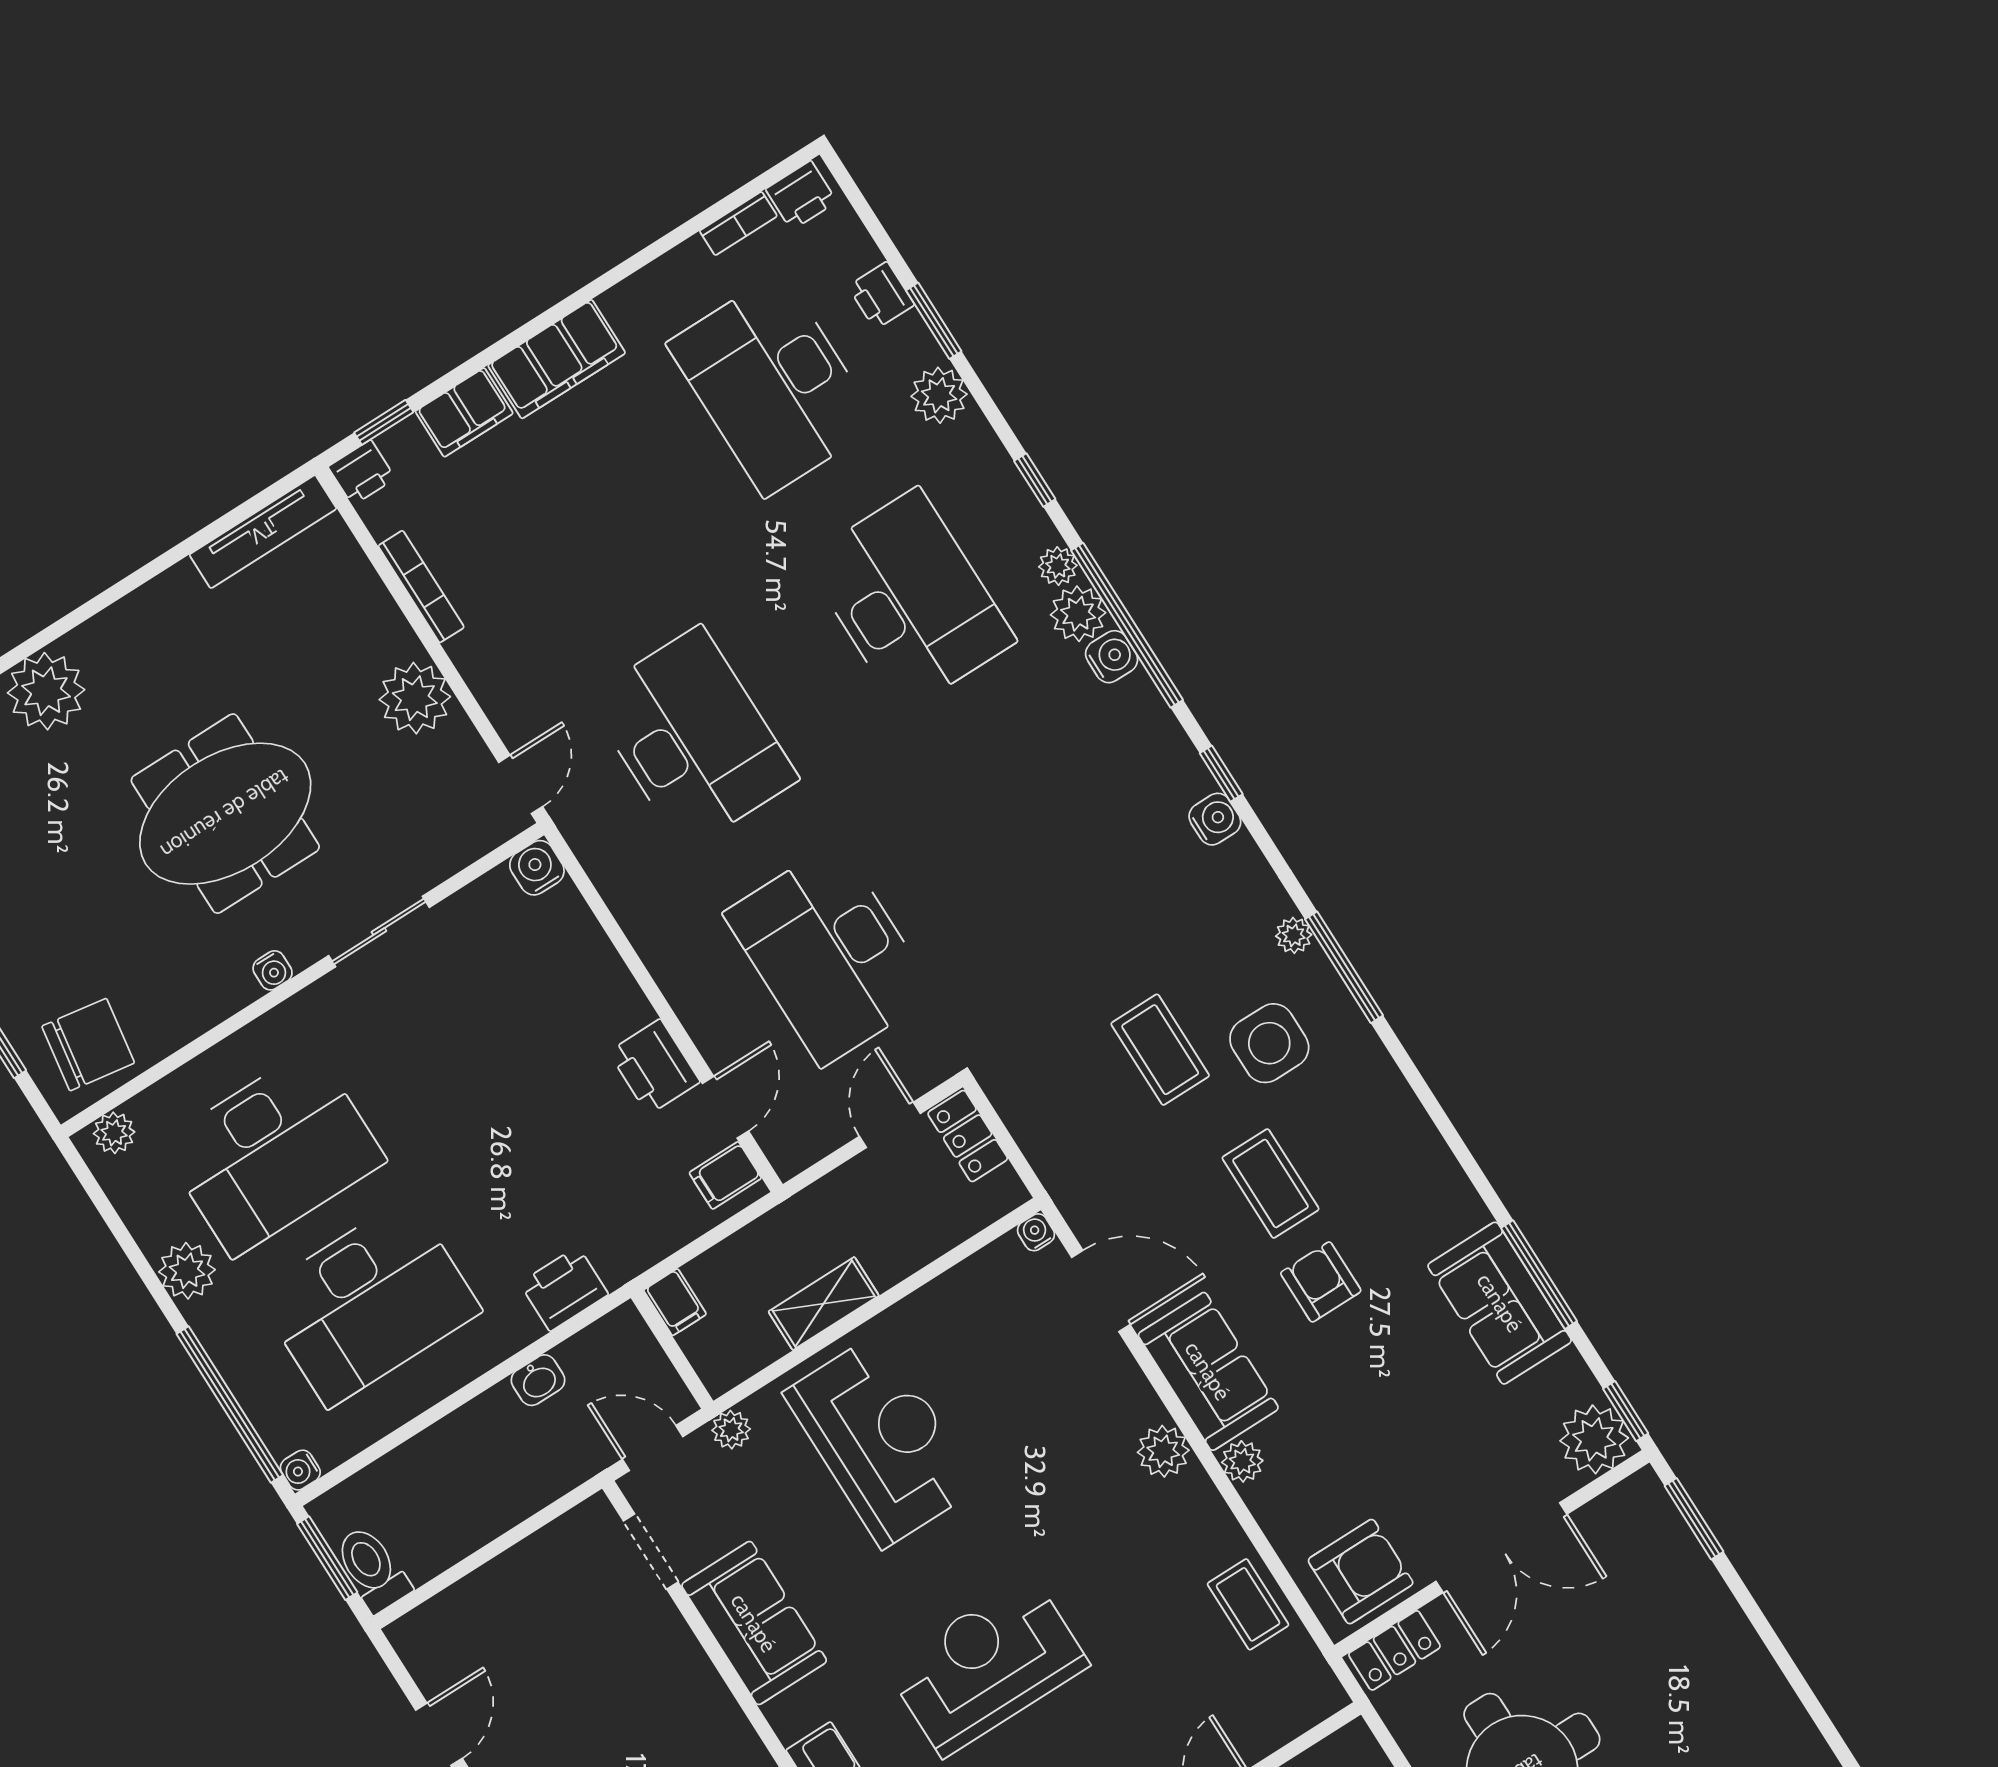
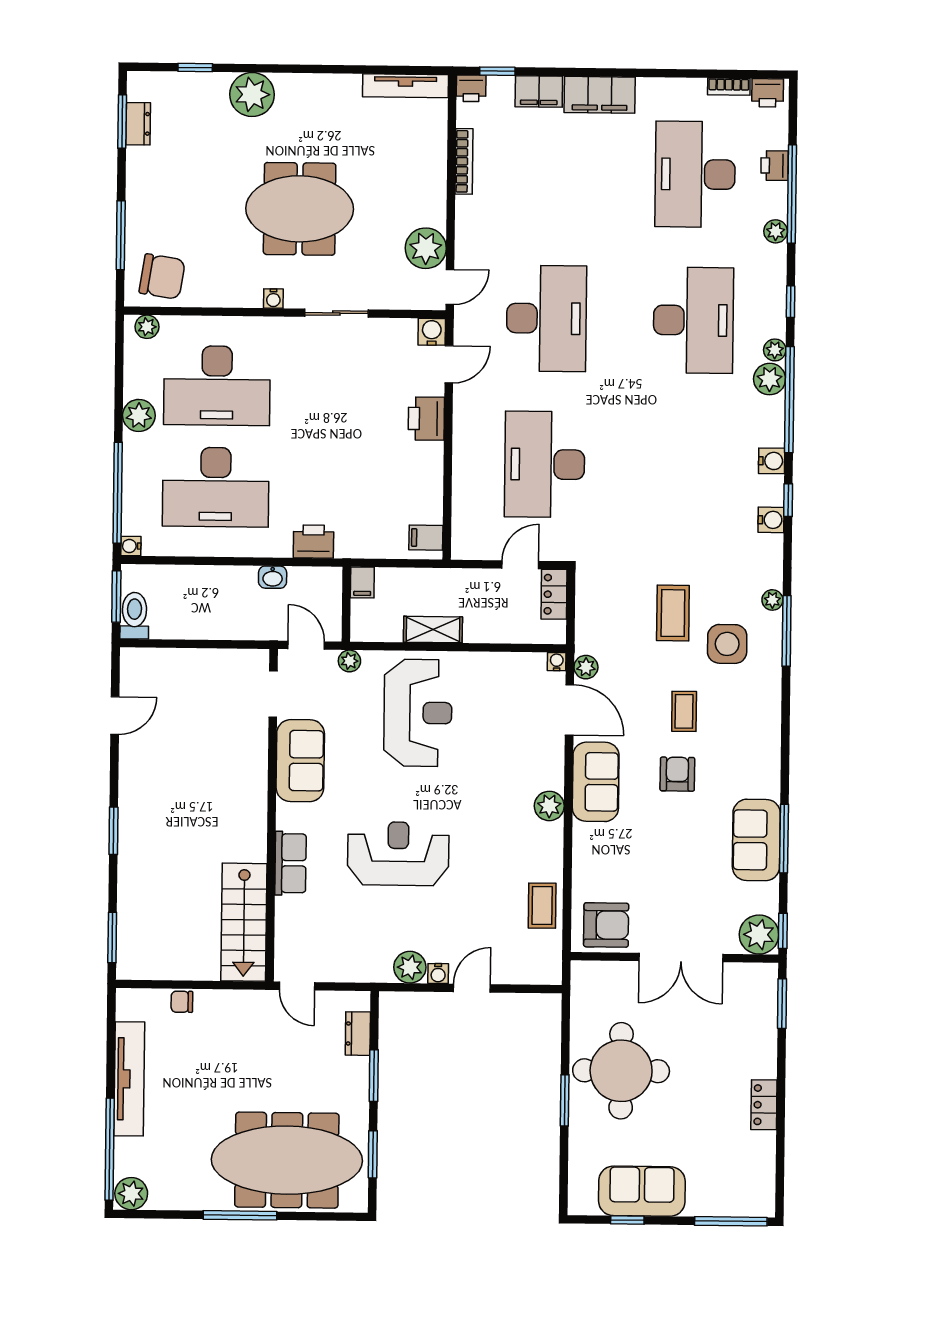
window: (934, 321) -> (792, 194), width x2.11
plant: (939, 395) -> (776, 231), width x0.73, depth x0.73
water cooler: (1112, 657) -> (772, 461), moved
plant: (415, 698) -> (426, 248), moved
printer: (654, 1067) -> (426, 419), moved
door: (725, 1107) -> (449, 364), moved
coffee table: (1271, 1183) -> (684, 711), width x0.73, depth x0.77
plant: (1242, 1461) -> (586, 667), moved
locker: (1394, 1650) -> (764, 1105), moved, turned 90

